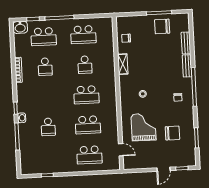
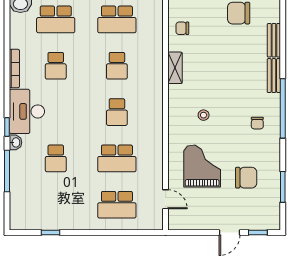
school desk: (86, 95) -> (117, 112), width x0.54
desk: (28, 97) -> (27, 111), added

